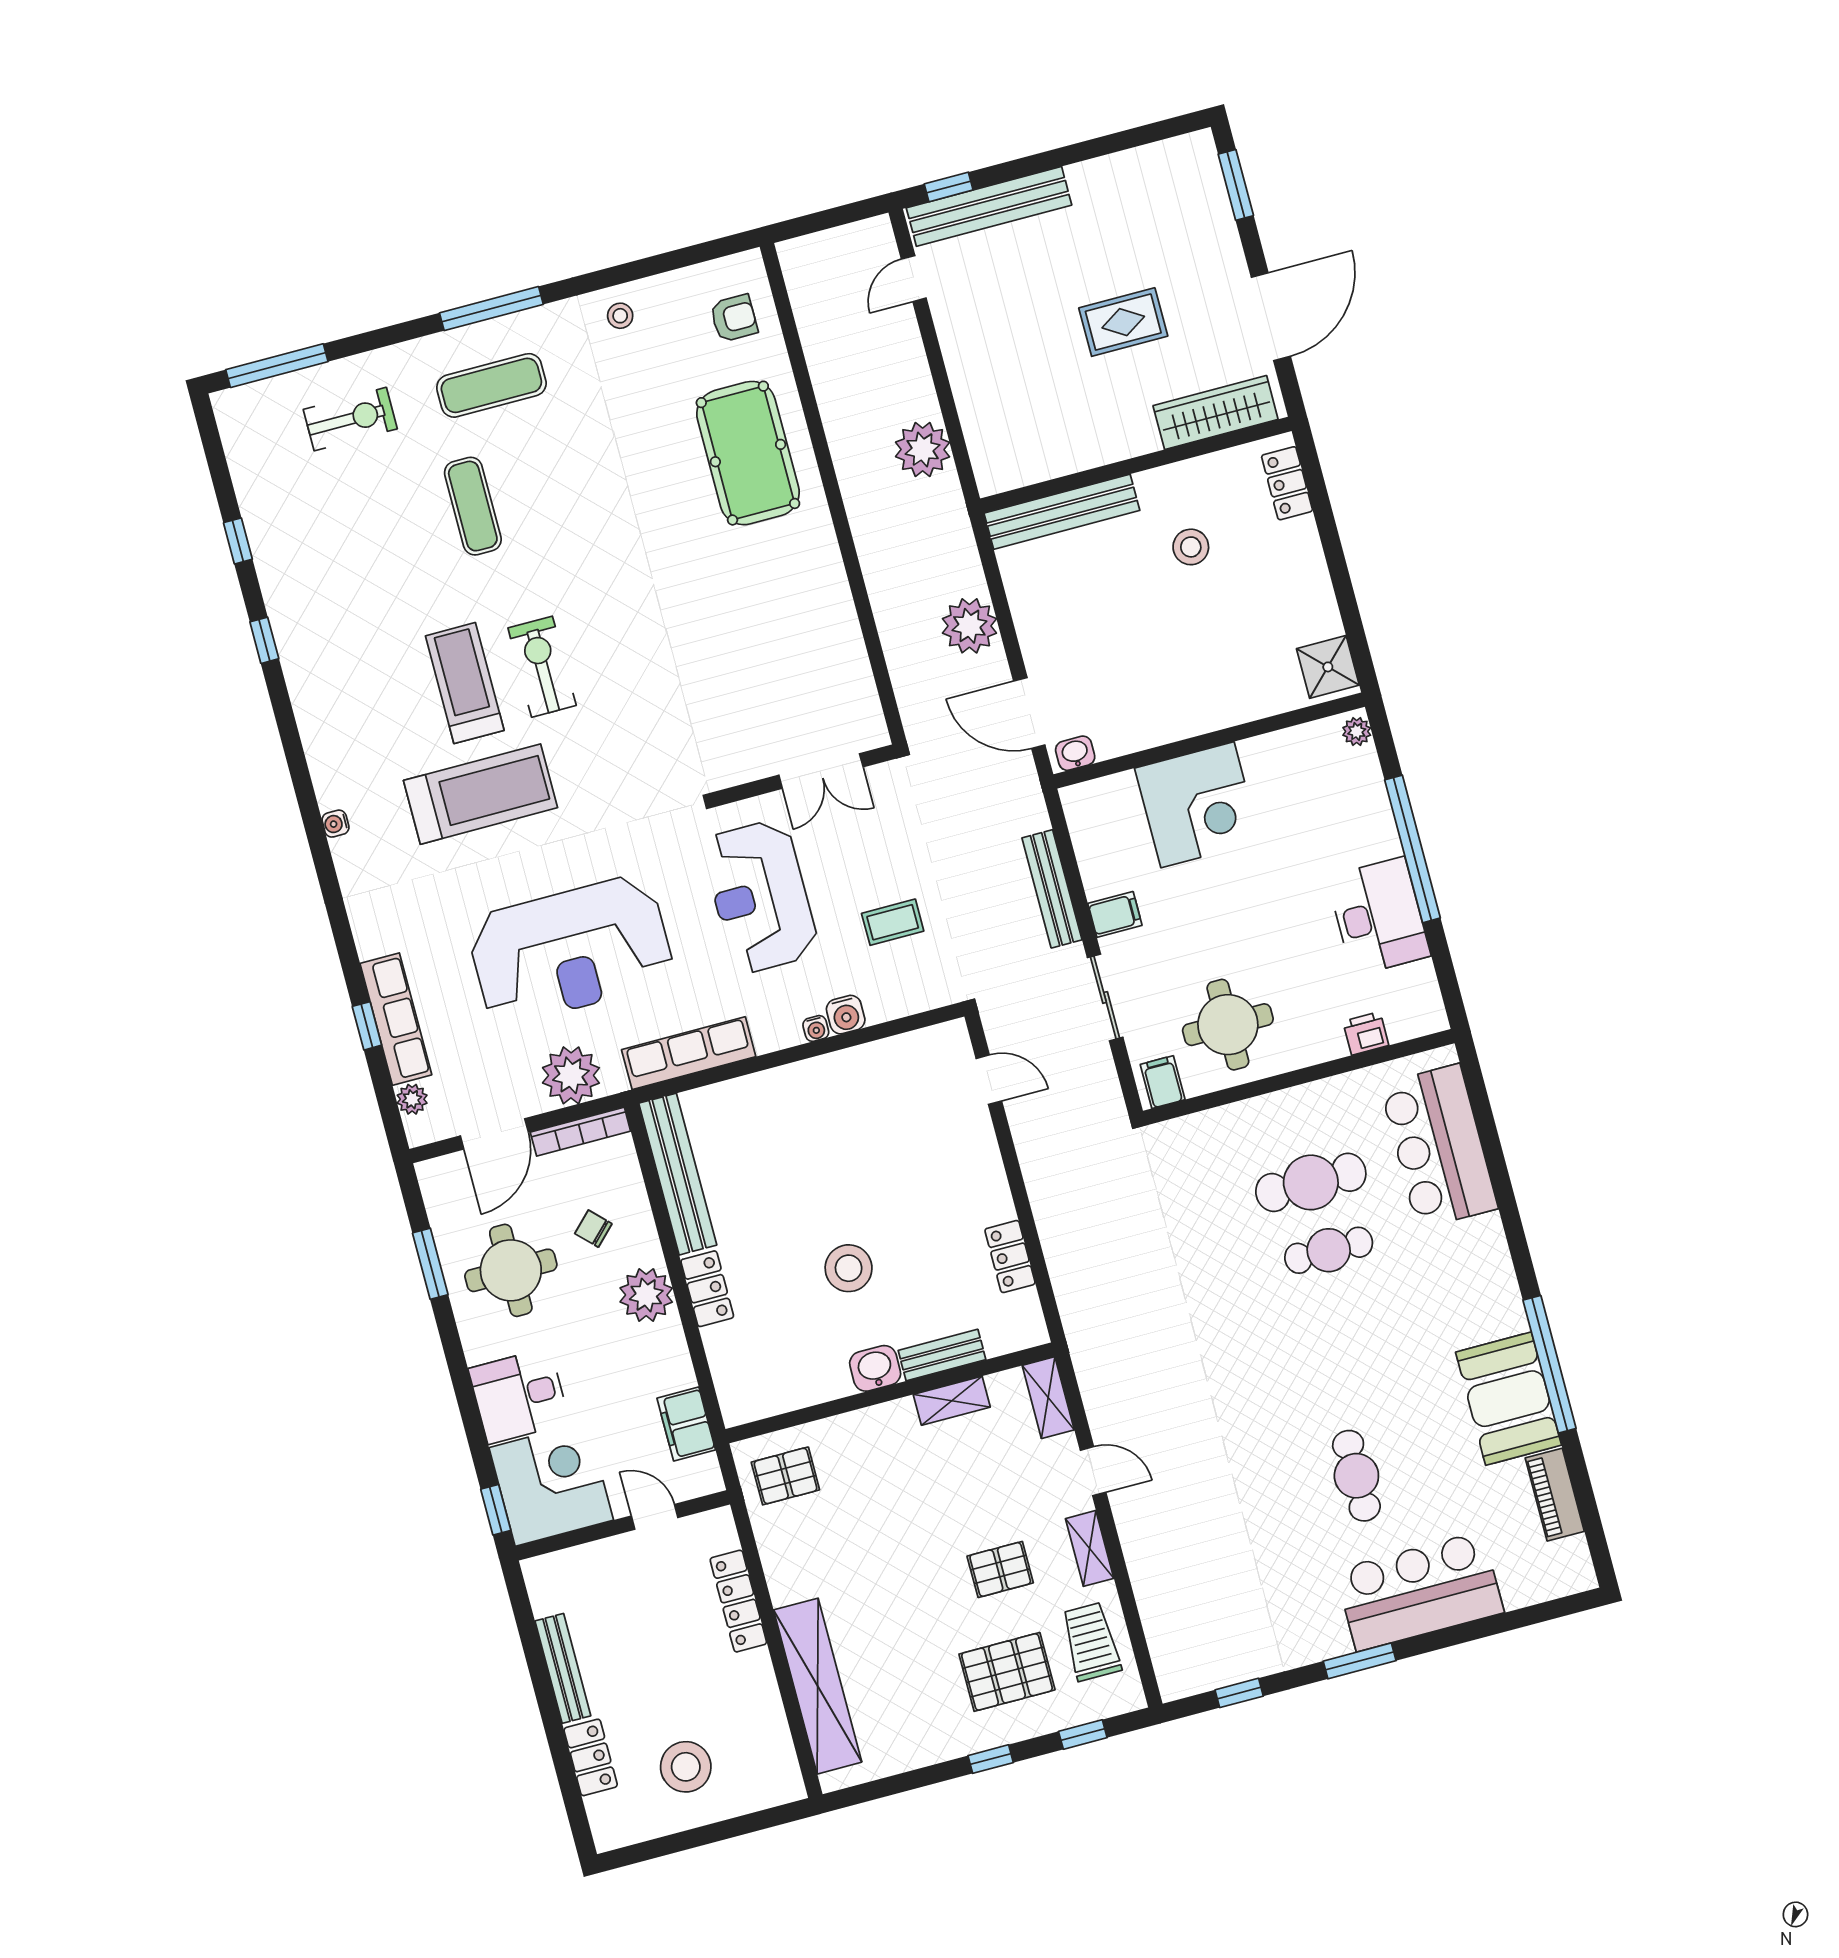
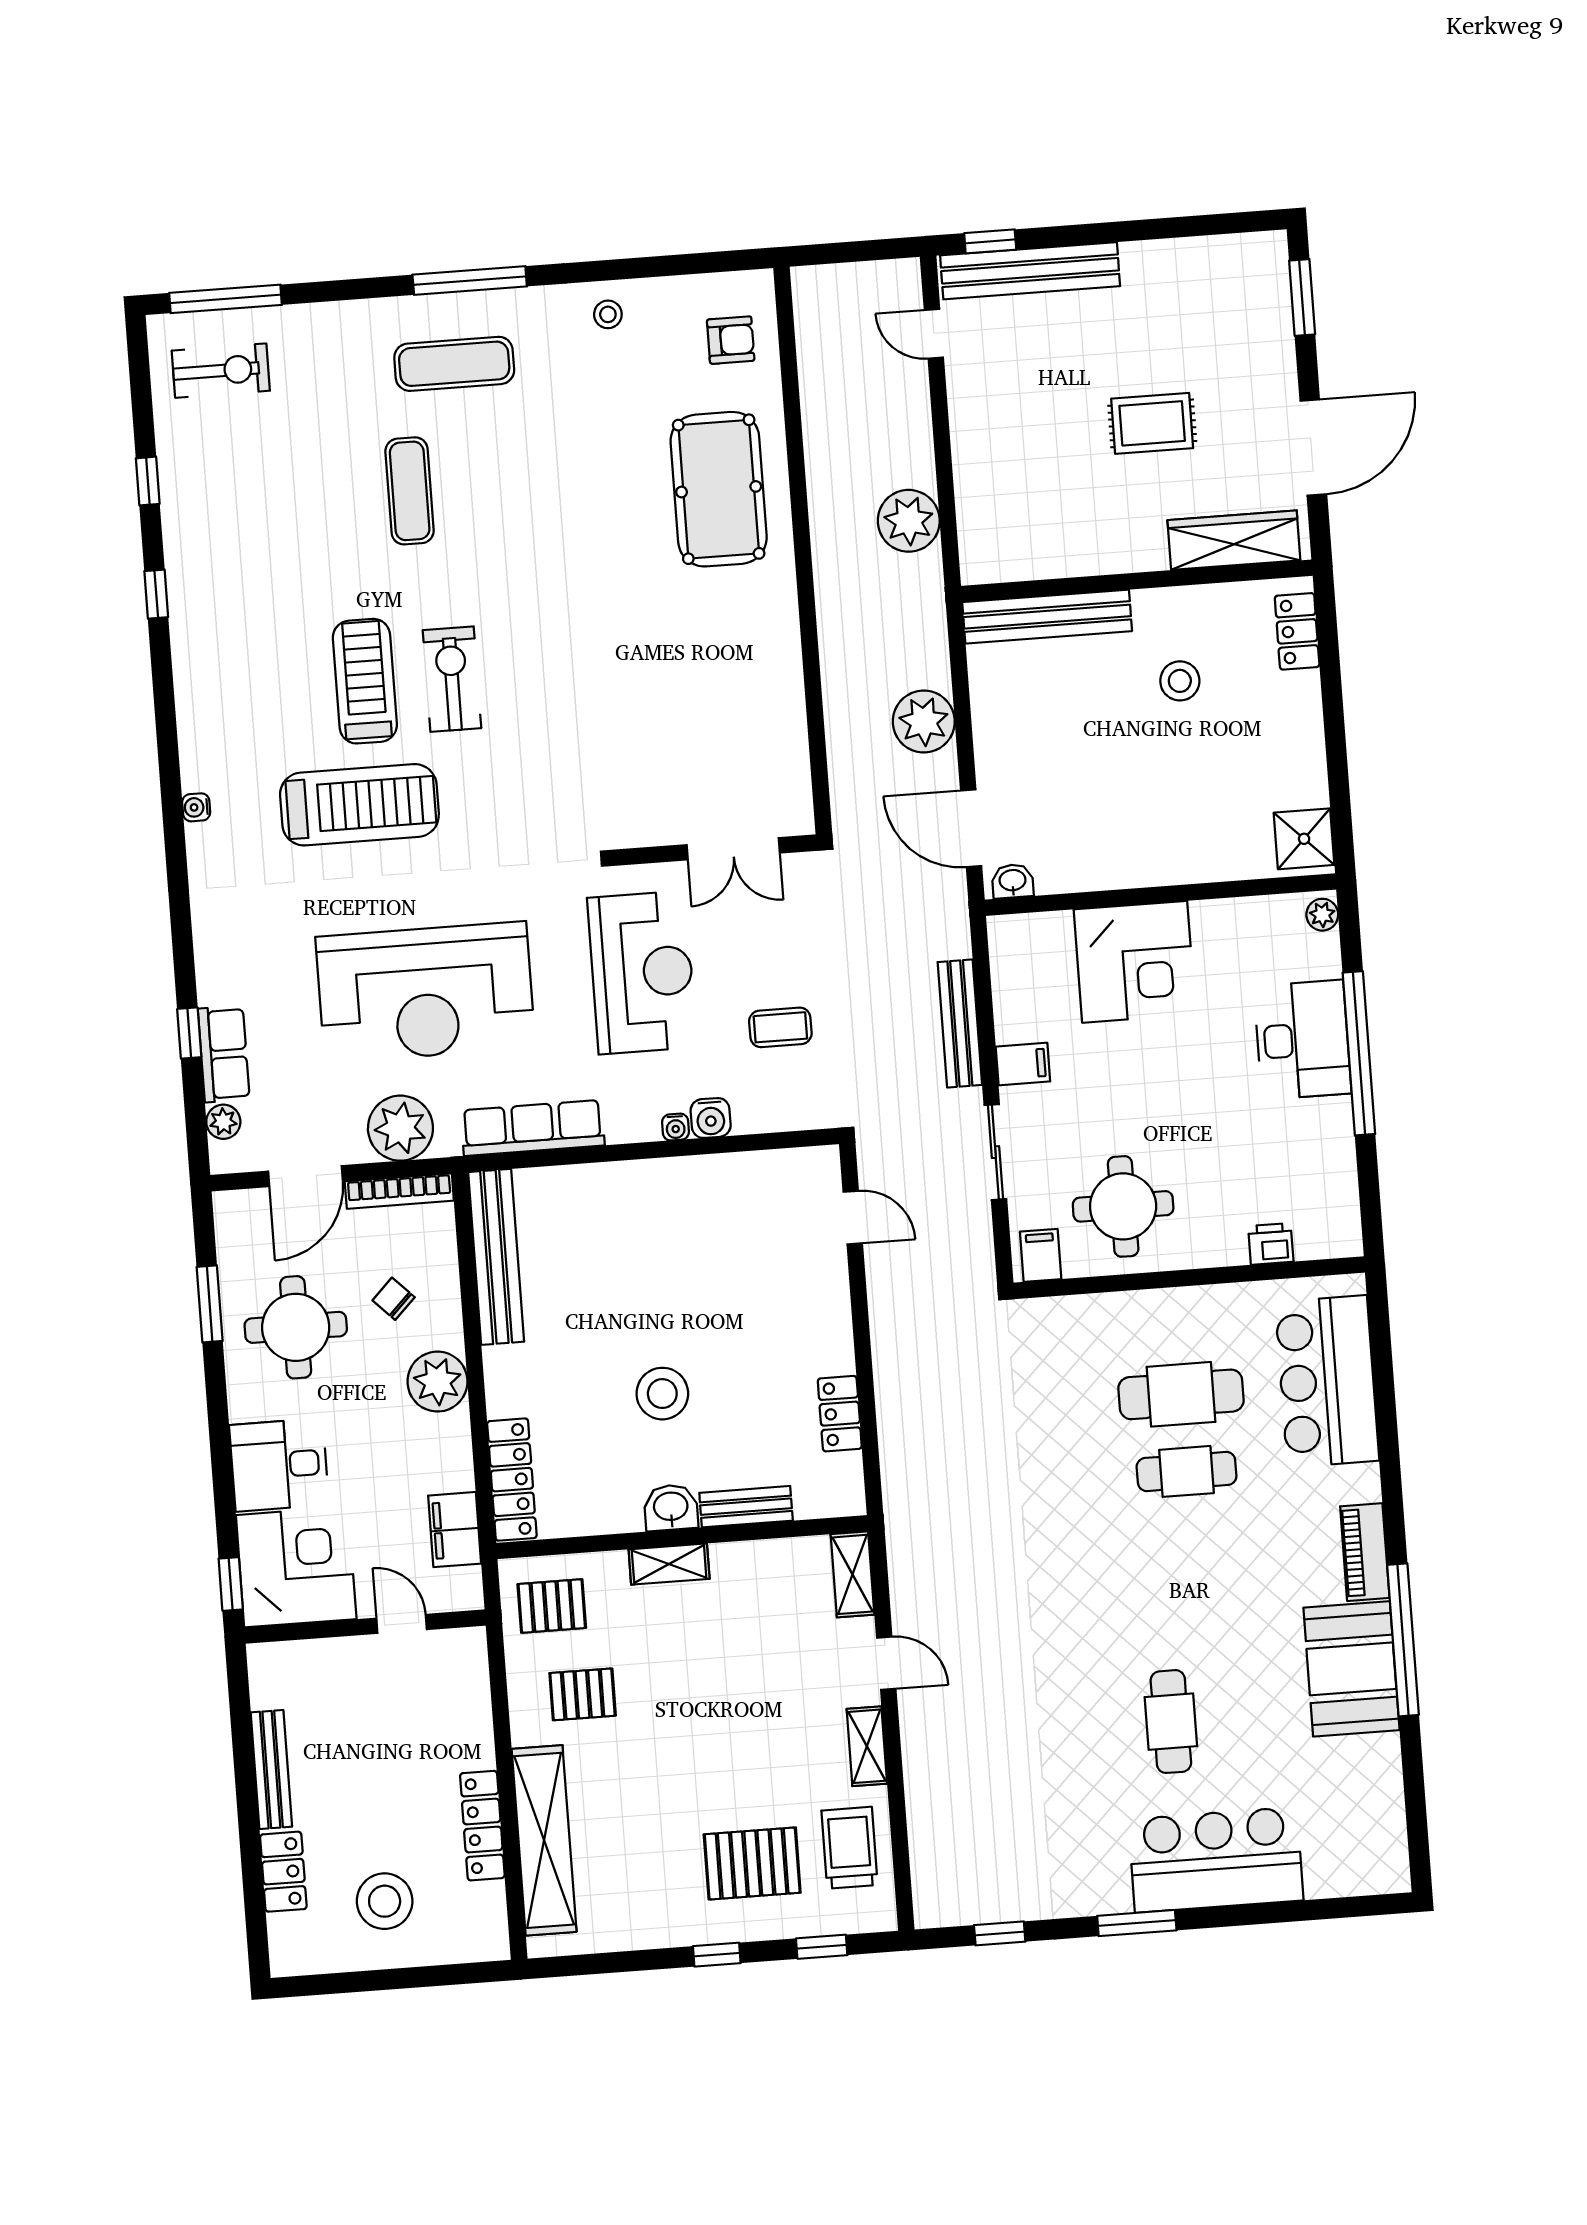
door: (914, 279) -> (934, 334), hinge flipped
exercise bike: (350, 419) -> (221, 371), moved
reception desk: (760, 896) -> (642, 973), turned 180
desk: (1379, 916) -> (1303, 1040), moved
row of seats: (396, 1019) -> (224, 1054), width x0.68
locker: (707, 1289) -> (512, 1480), moved, width x1.53
shelving: (952, 1401) -> (669, 1564), moved
piano: (1555, 1495) -> (1365, 1552), moved
pallet: (1000, 1569) -> (583, 1694), moved
locker: (738, 1601) -> (482, 1826), moved

